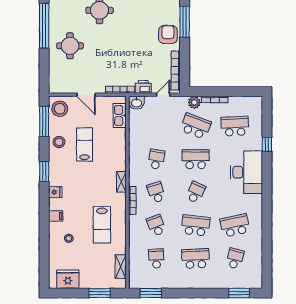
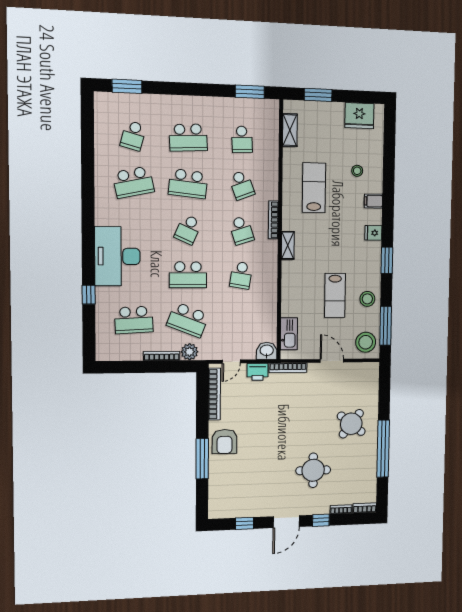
round table: (70, 46) -> (351, 424), turned 38

